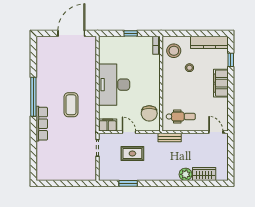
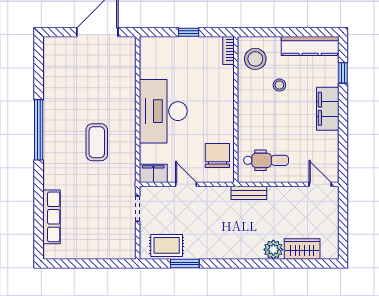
chair: (149, 113) -> (217, 156), turned 180
row of seats: (42, 124) -> (52, 217), moved
rug: (132, 153) -> (167, 245), moved

